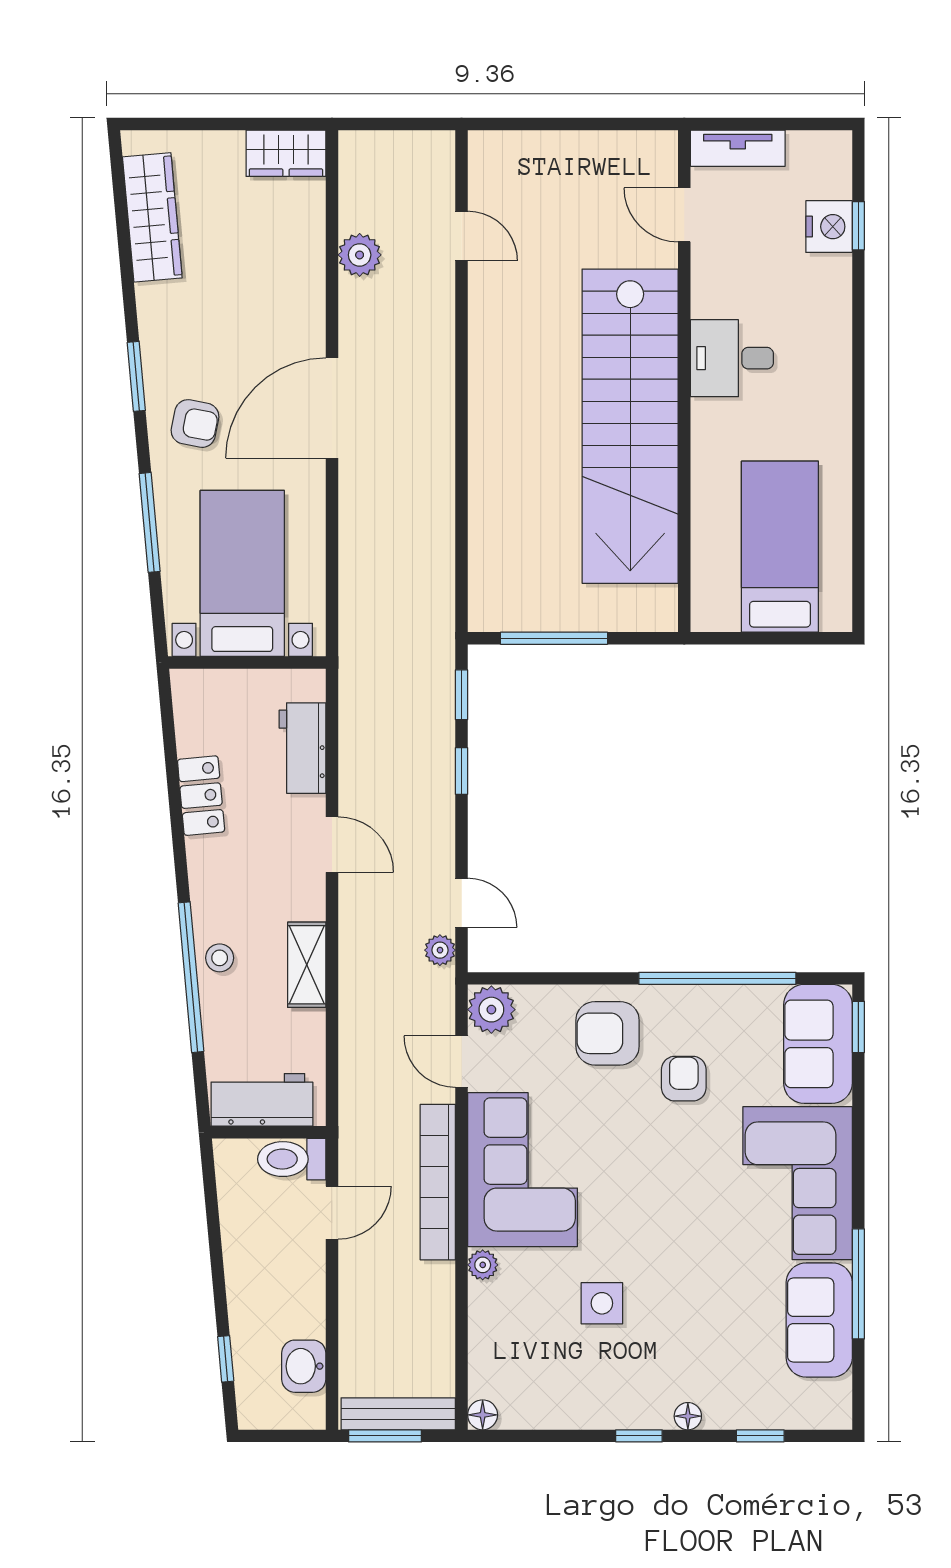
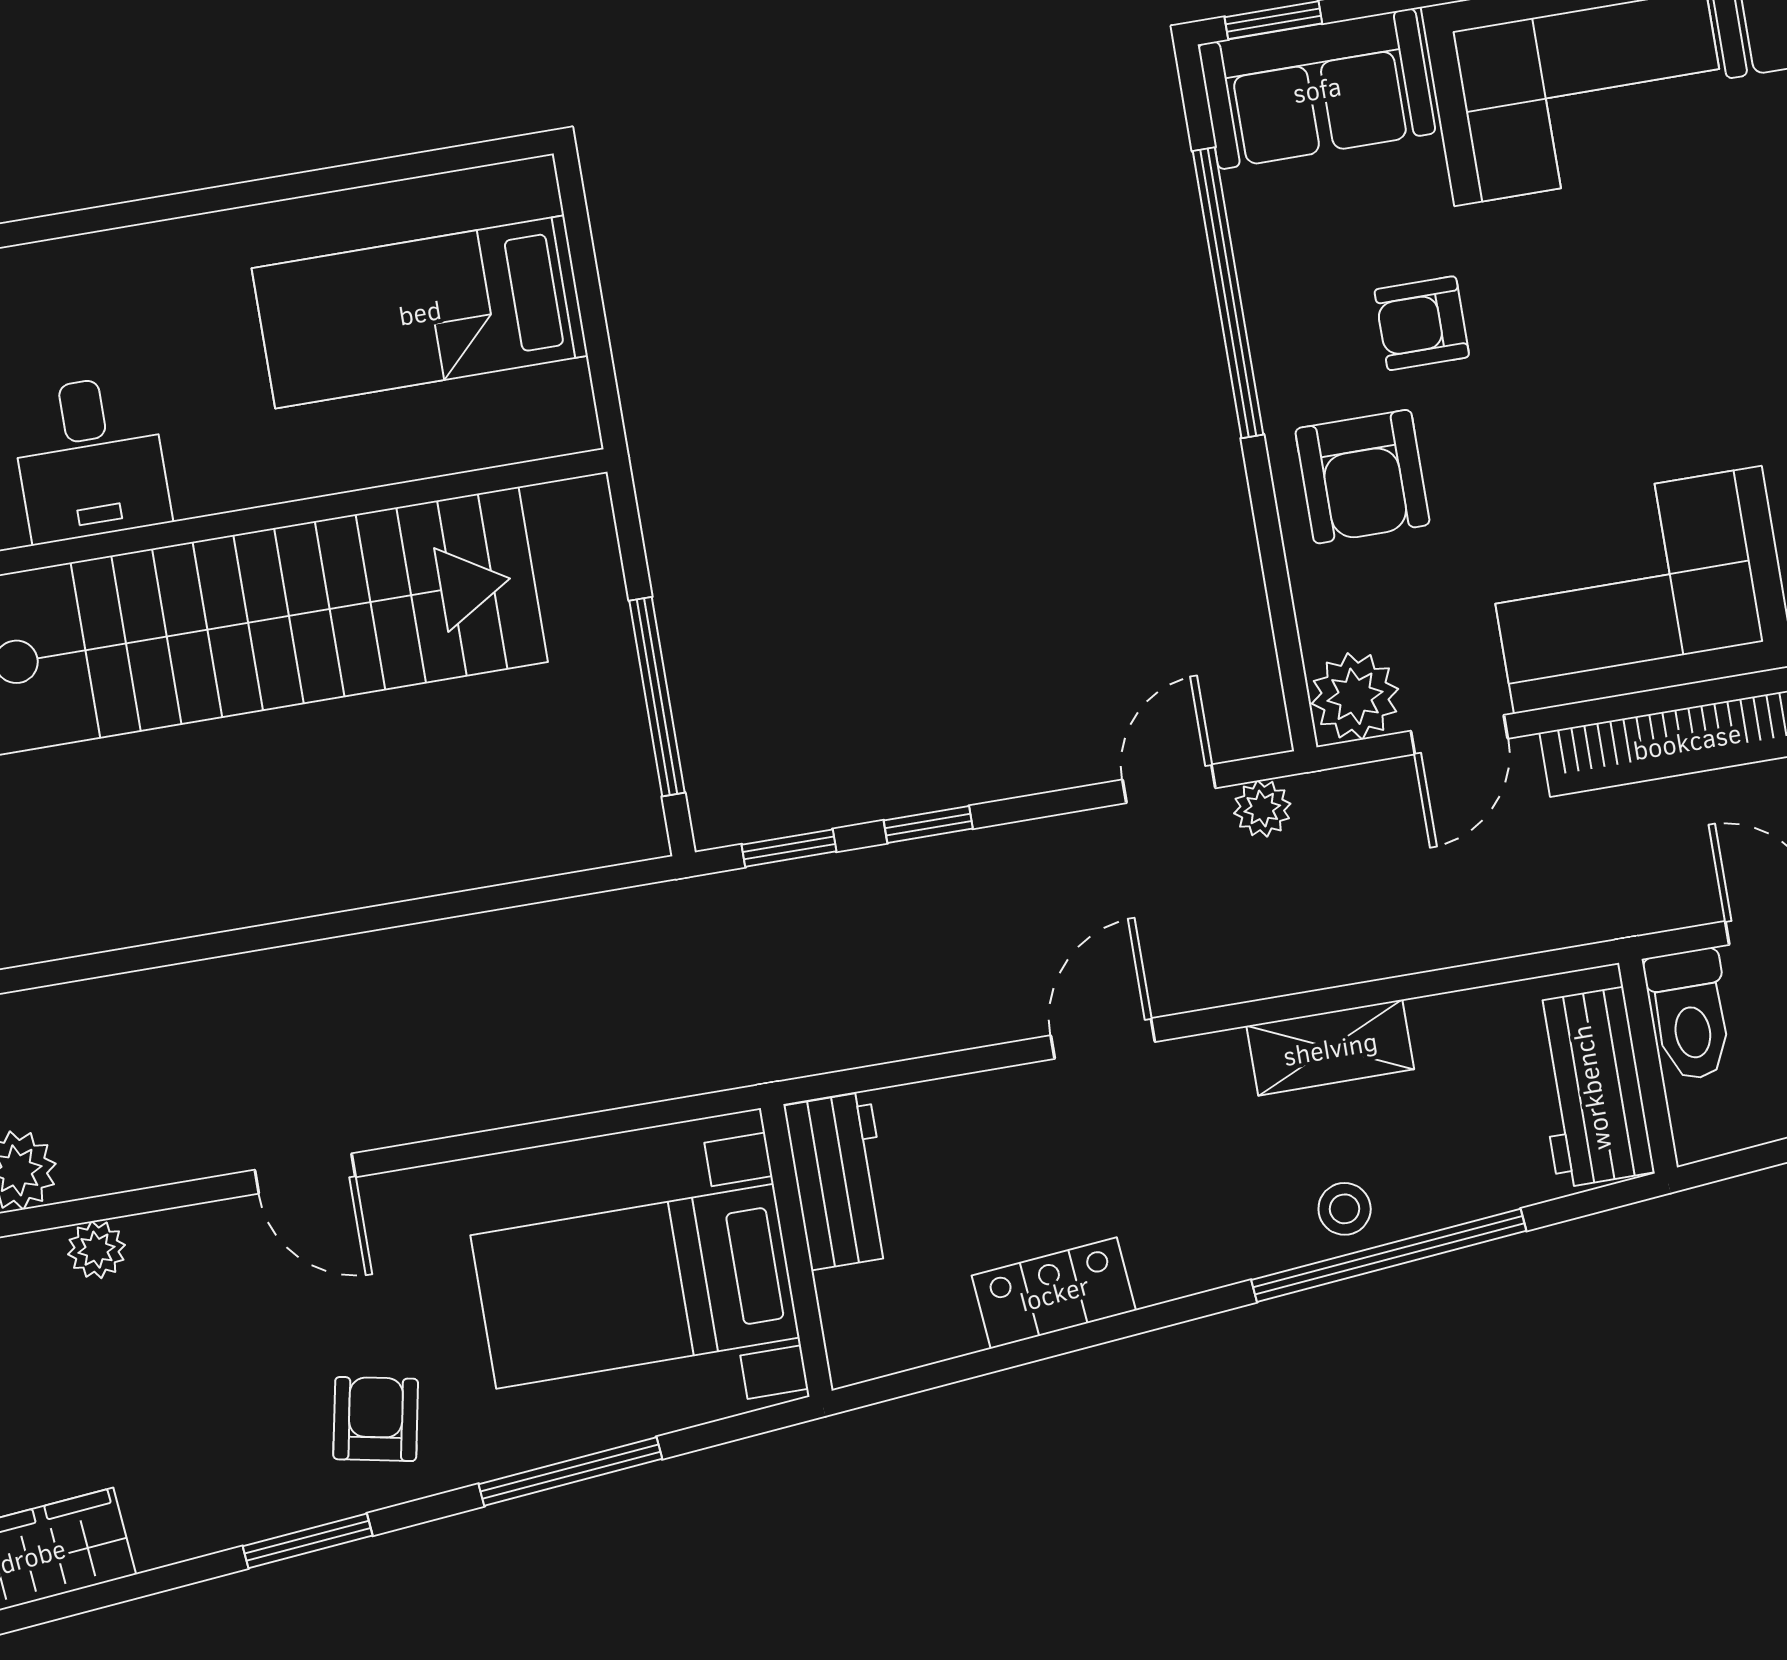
plant: (310, 290) -> (97, 1250), added
door: (332, 408) -> (305, 1173), width x0.53
workbench: (303, 748) -> (840, 1181), moved, turned -90

